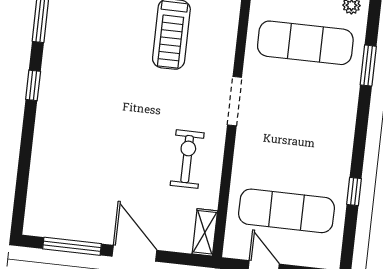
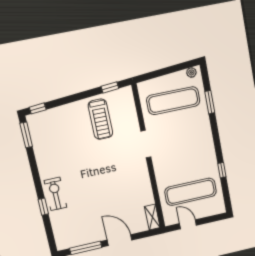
window: (33, 85) -> (43, 207), moved
exercise bike: (187, 159) -> (55, 194), moved

